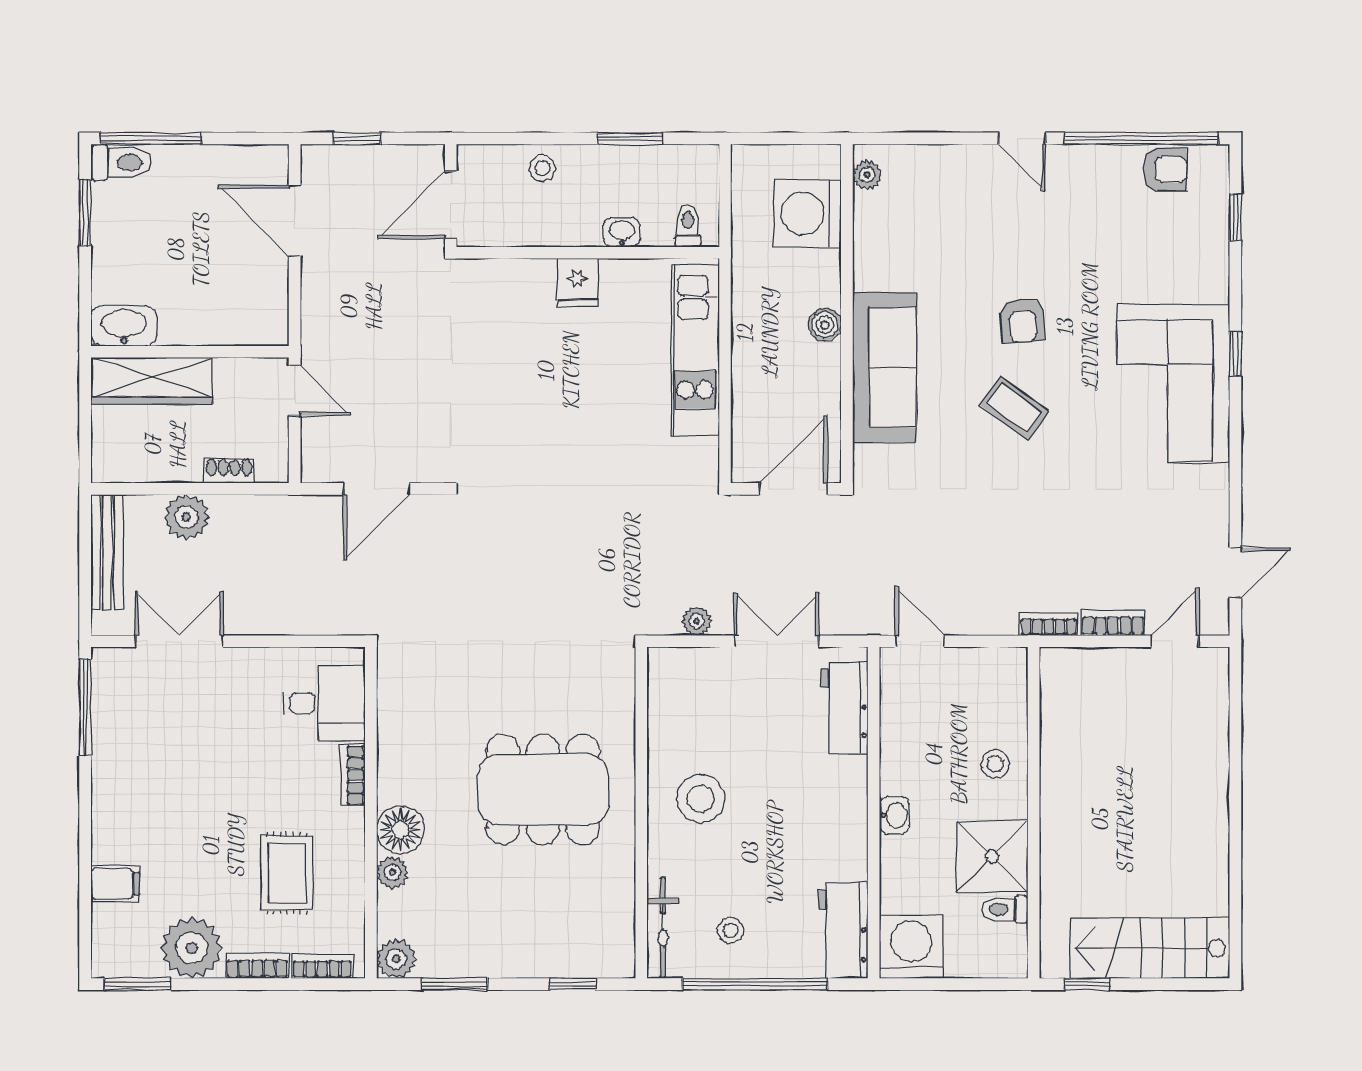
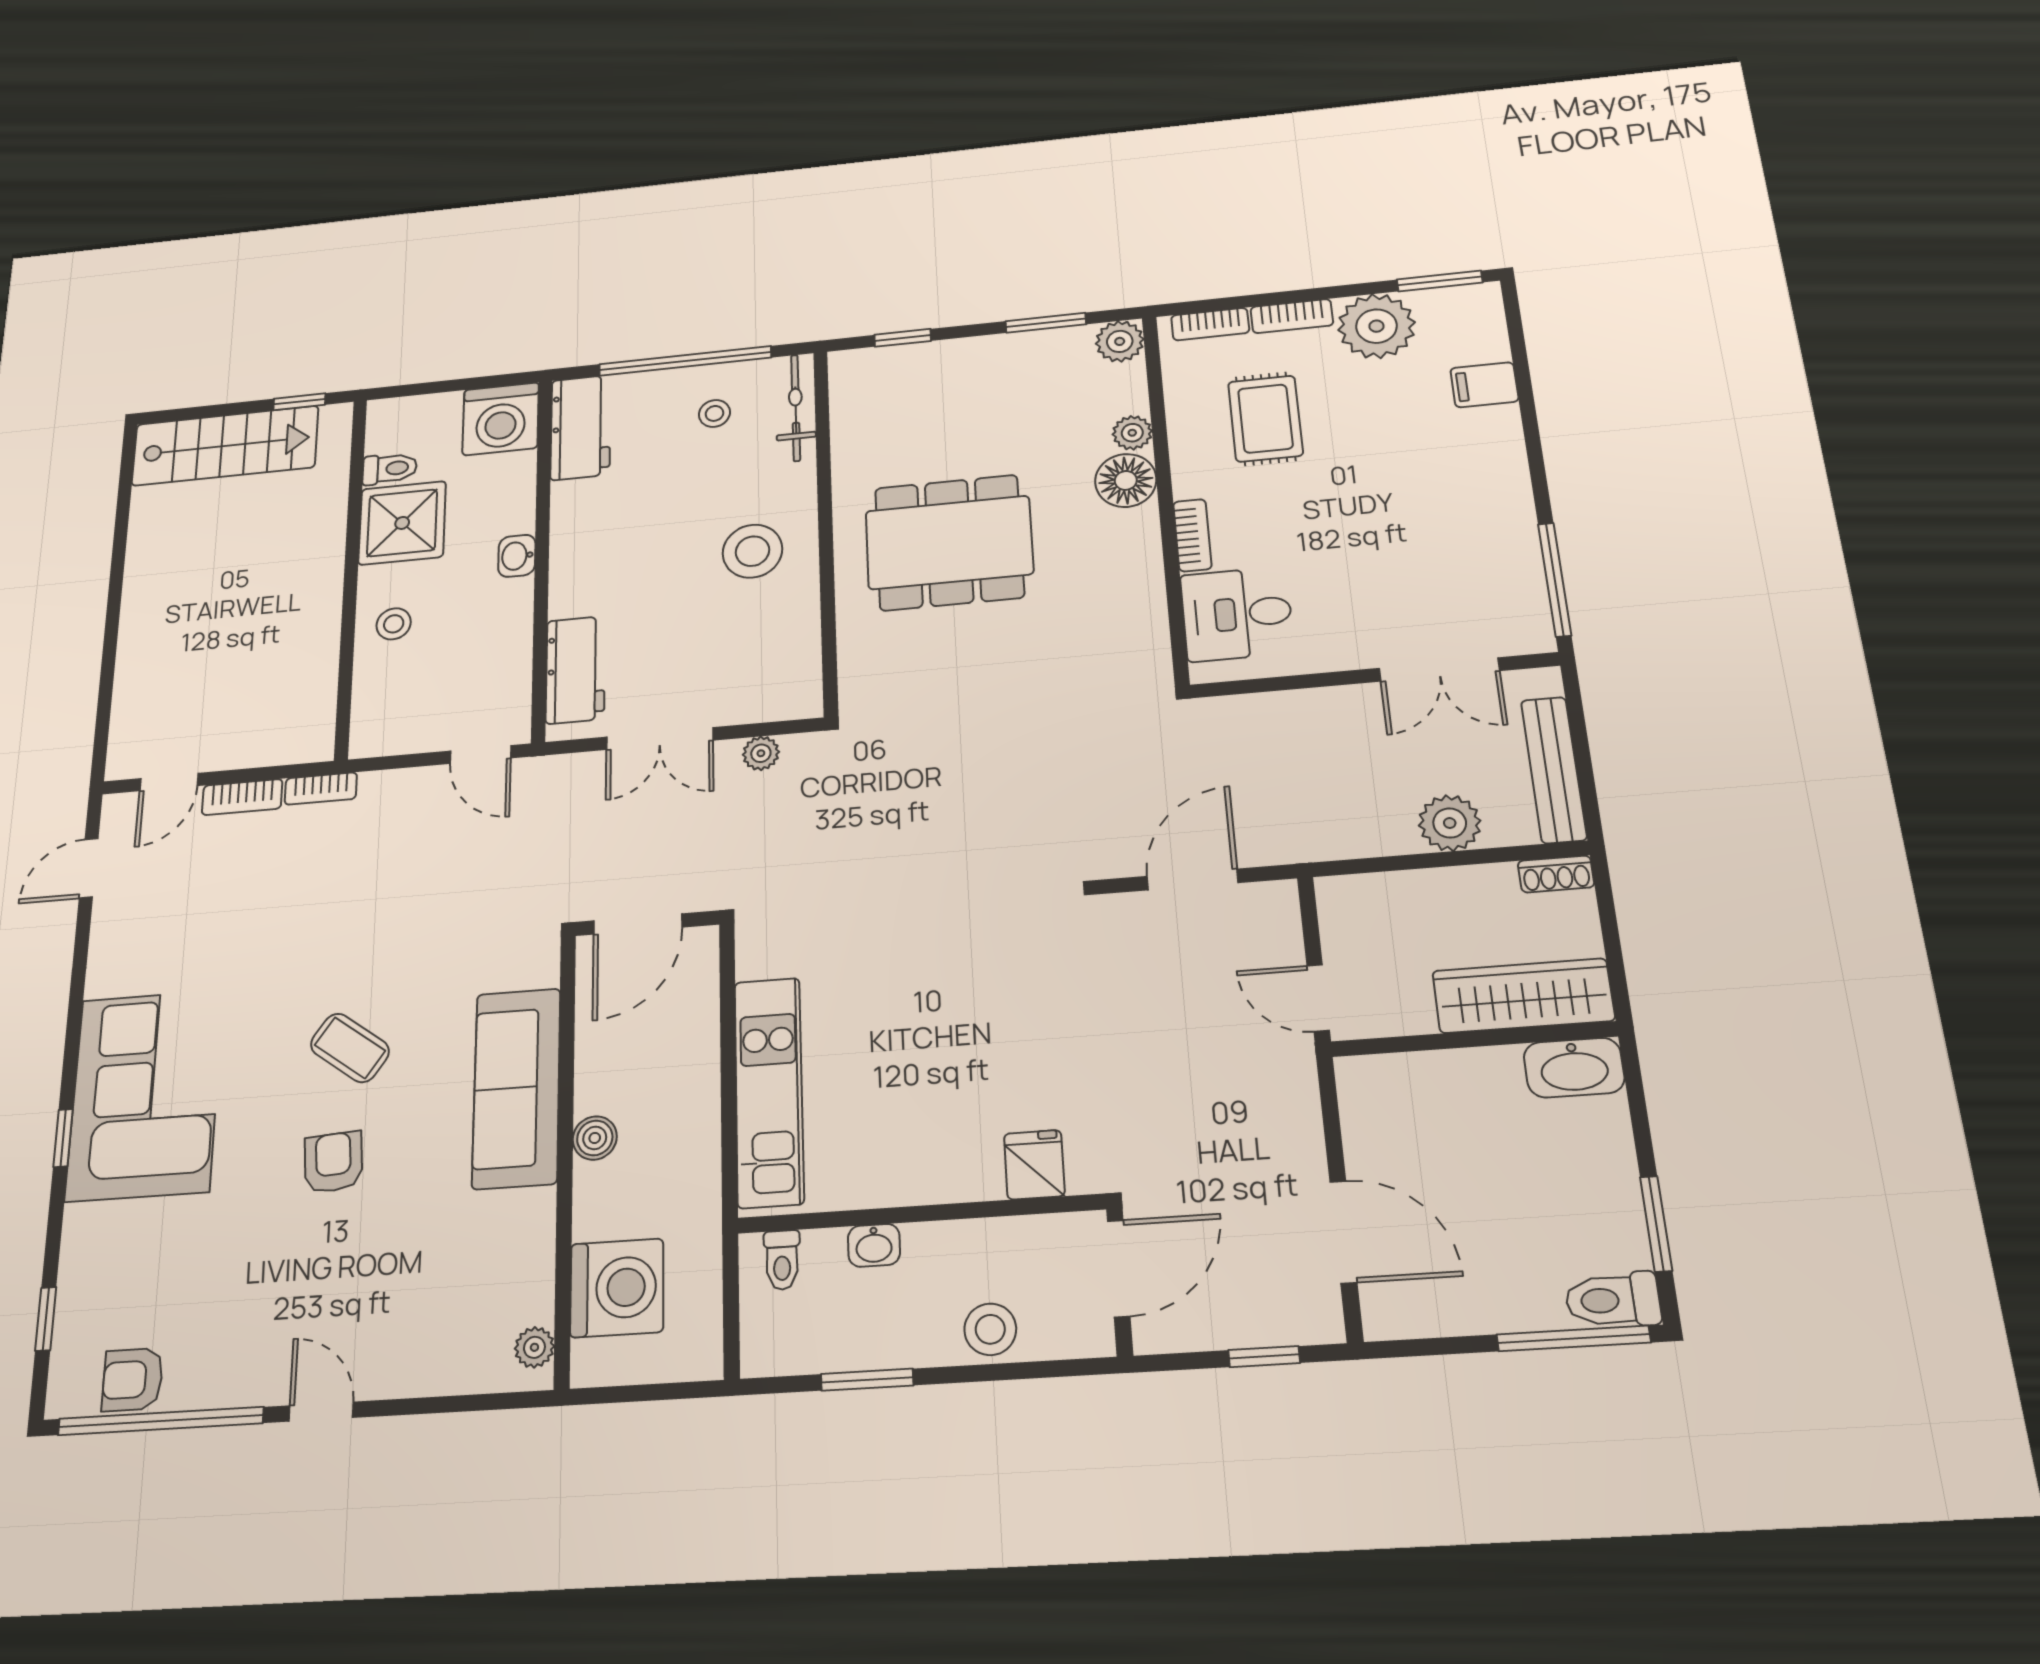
stool: (542, 168) -> (990, 1329), width x1.37, depth x1.37
fridge: (578, 283) -> (1034, 1165), moved
shoe rack: (229, 471) -> (1556, 874), moved

